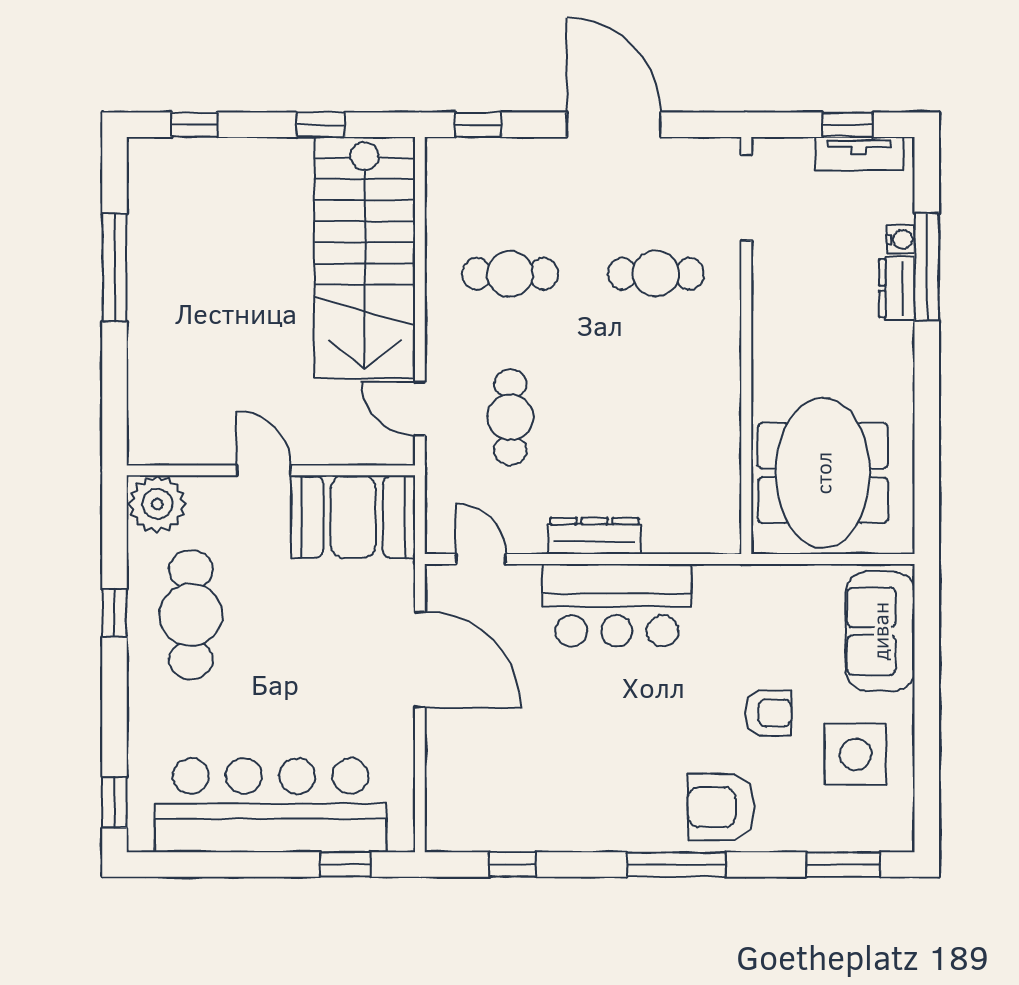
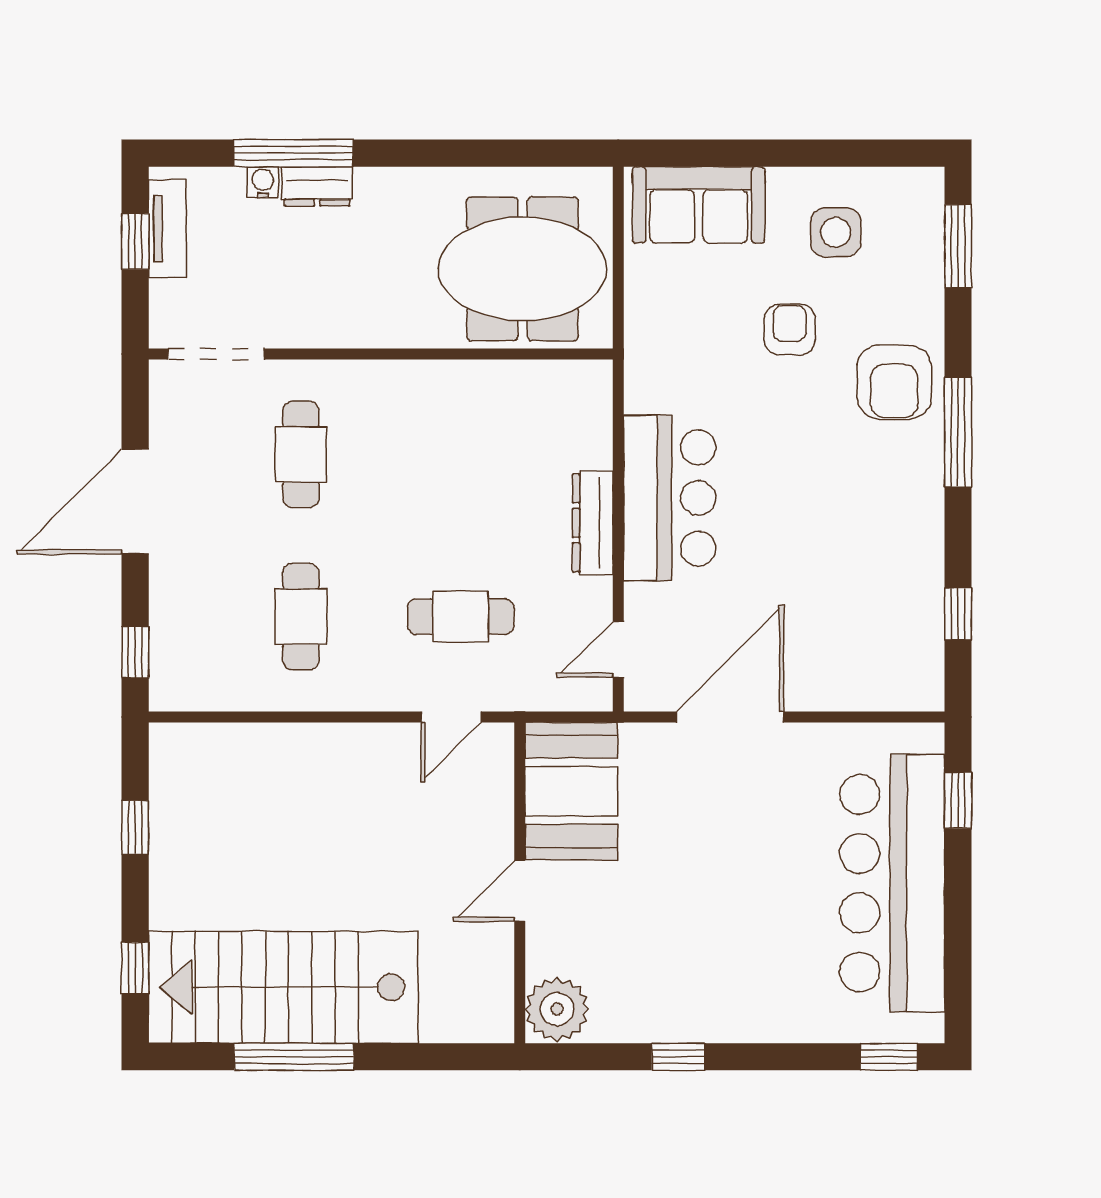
stairs: (365, 258) -> (283, 987), moved, turned 180
cafe table: (191, 615) -> (680, 972), removed
side table: (856, 754) -> (836, 232), width x0.73, depth x0.73

